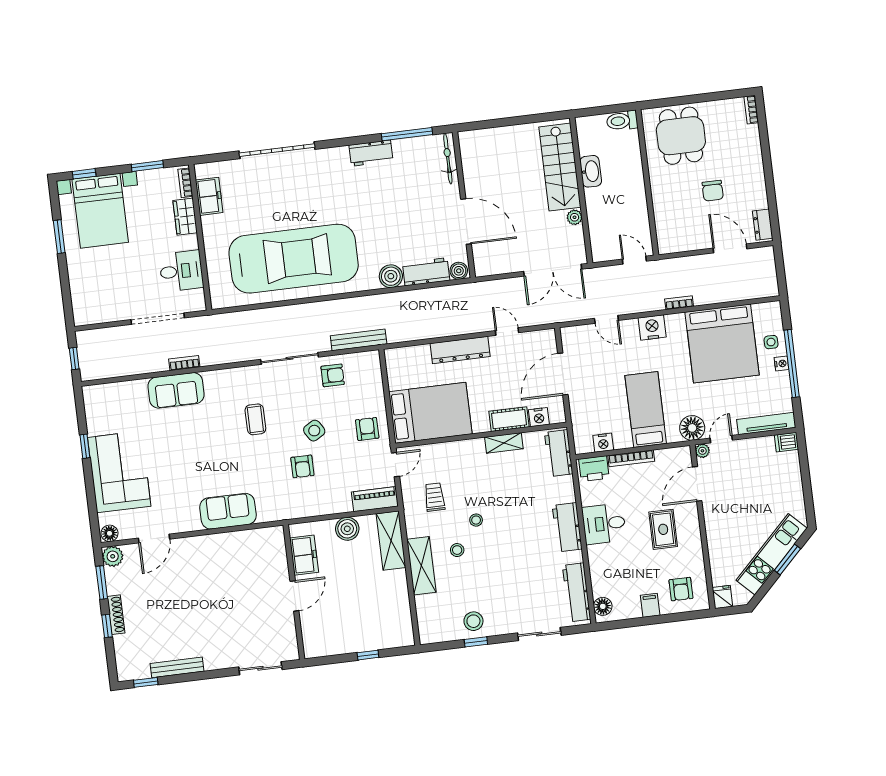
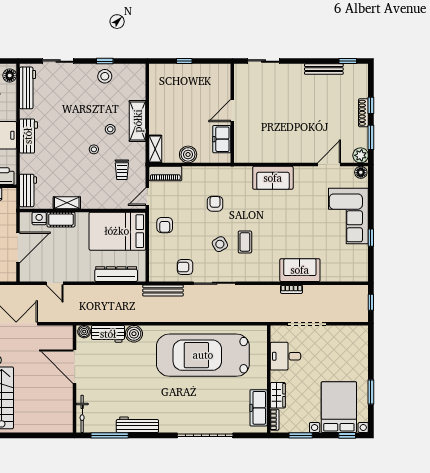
workbench: (371, 153) -> (137, 425), width x1.37
freezer: (209, 196) -> (259, 408), width x1.40
dresser: (460, 350) -> (116, 274), moved
side table: (314, 431) -> (220, 244), moved
shelving: (391, 541) -> (155, 149), width x0.67, depth x0.75

